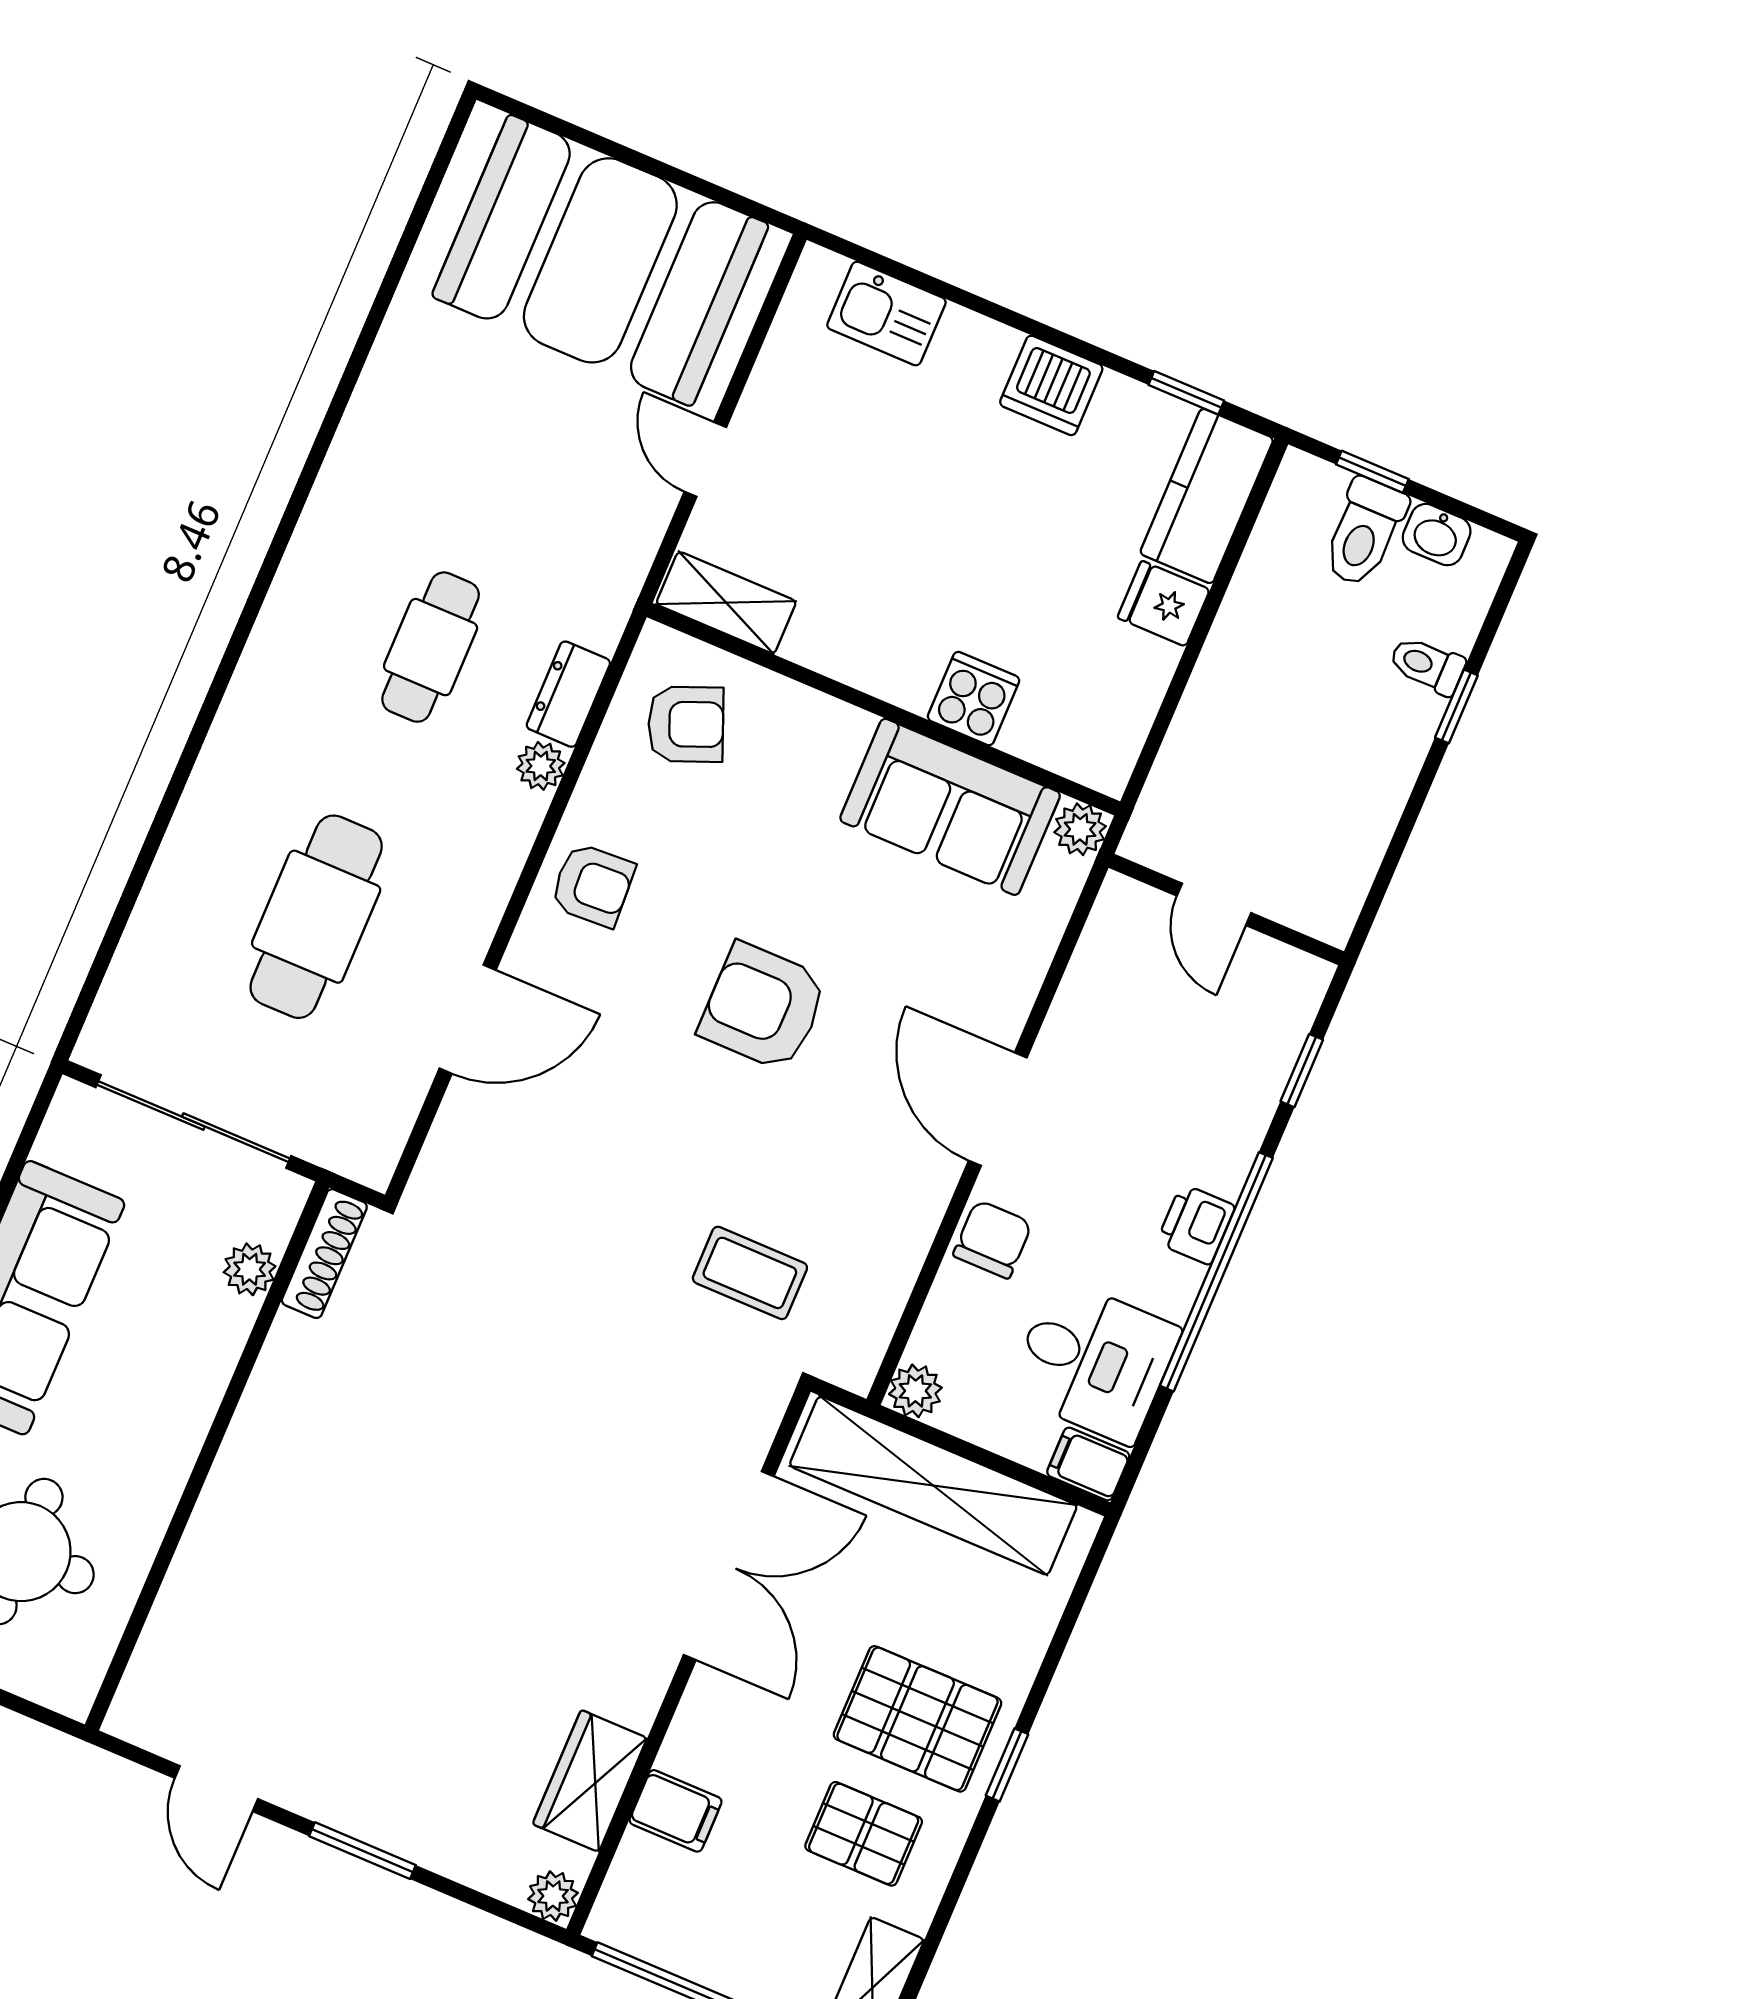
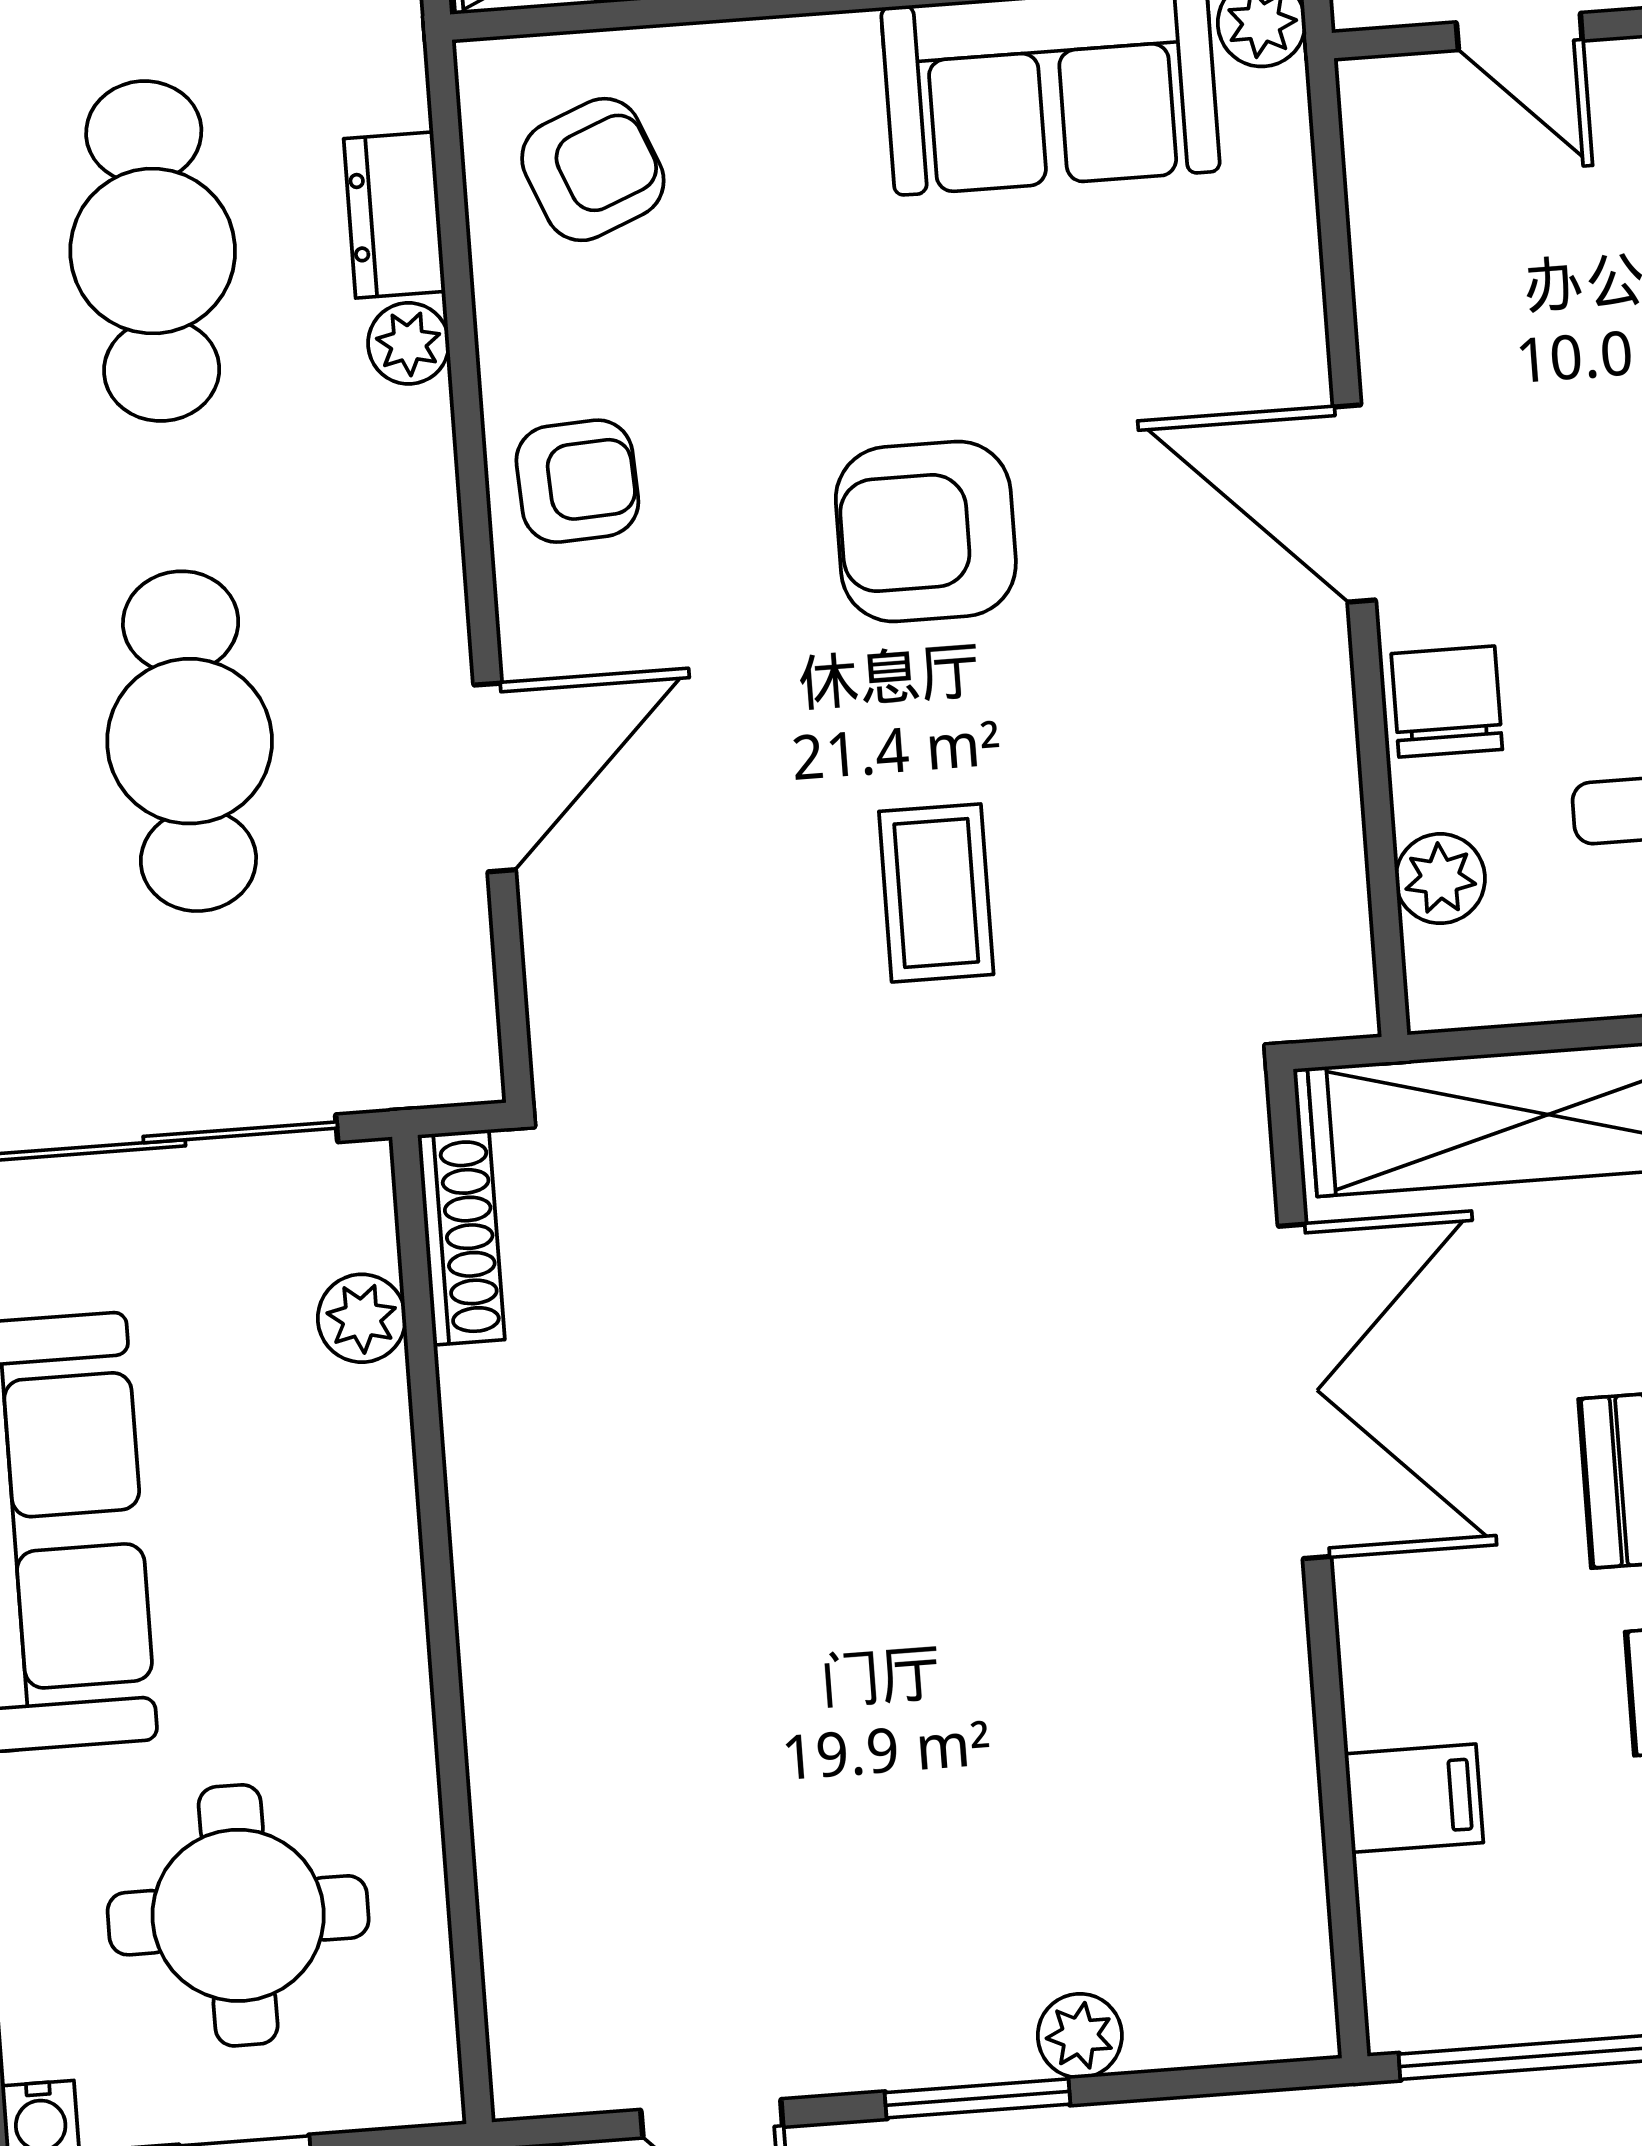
cafe table: (431, 647) -> (153, 251), width x1.37, depth x1.35
coffee table: (750, 1273) -> (936, 893), moved, turned 90
plant: (915, 1391) -> (1440, 879), moved
wardrobe: (590, 1781) -> (1263, 1819), removed
plant: (553, 1896) -> (1080, 2036), moved

